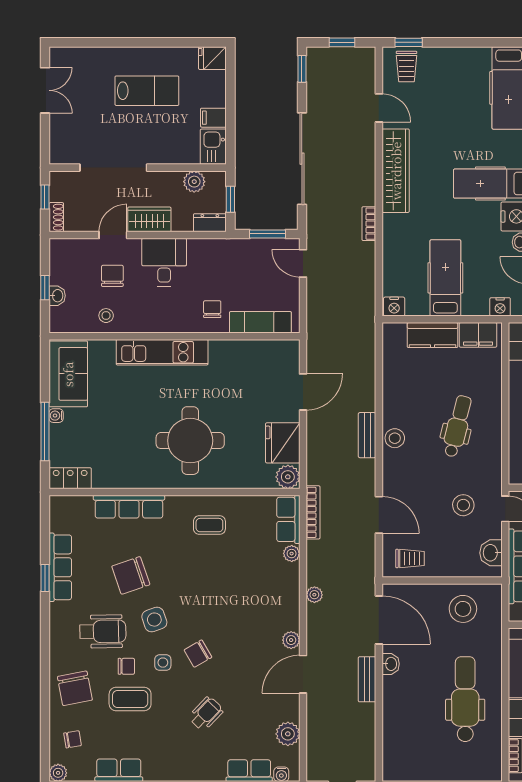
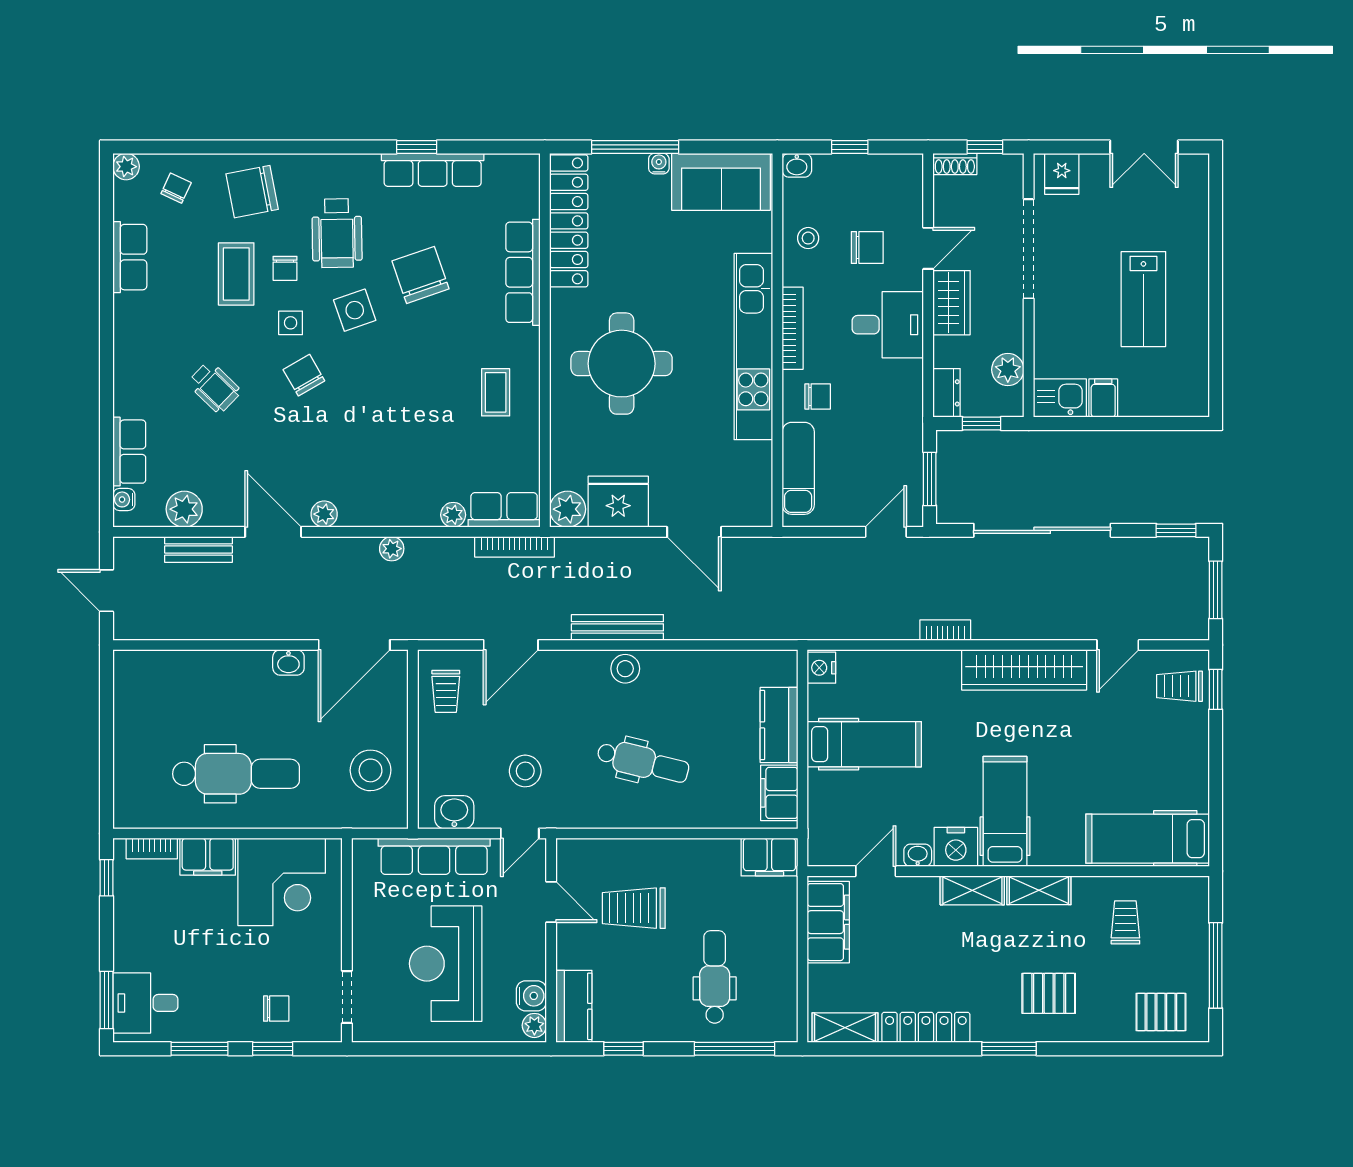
window: (342, 42) -> (1216, 590), width x1.50
fridge: (212, 58) -> (1062, 174), moved, turned 180
door: (113, 235) -> (928, 248), hinge flipped
washbasin: (57, 296) -> (797, 165), moved
nightstand: (500, 307) -> (821, 826), removed
bookcase: (166, 326) -> (793, 328), added
kitchen unit: (162, 352) -> (753, 347), width x1.36
bench: (367, 435) -> (617, 627), width x1.36
locker: (70, 478) -> (569, 221), width x2.16, depth x1.21
bench: (367, 679) -> (199, 550), moved
chair: (73, 739) -> (176, 188), turned -146

